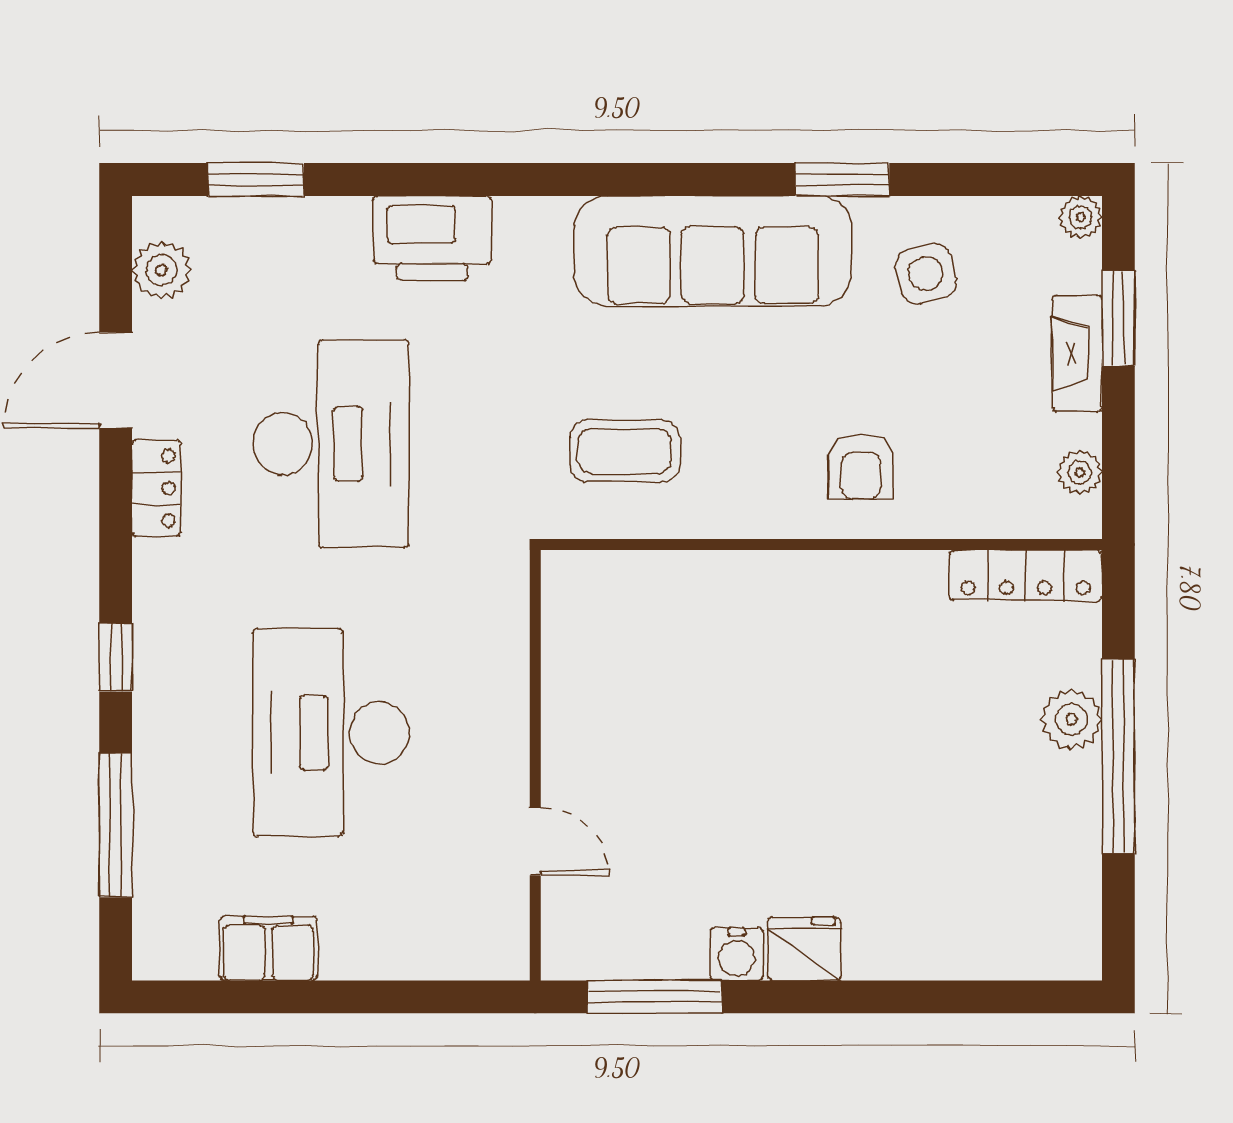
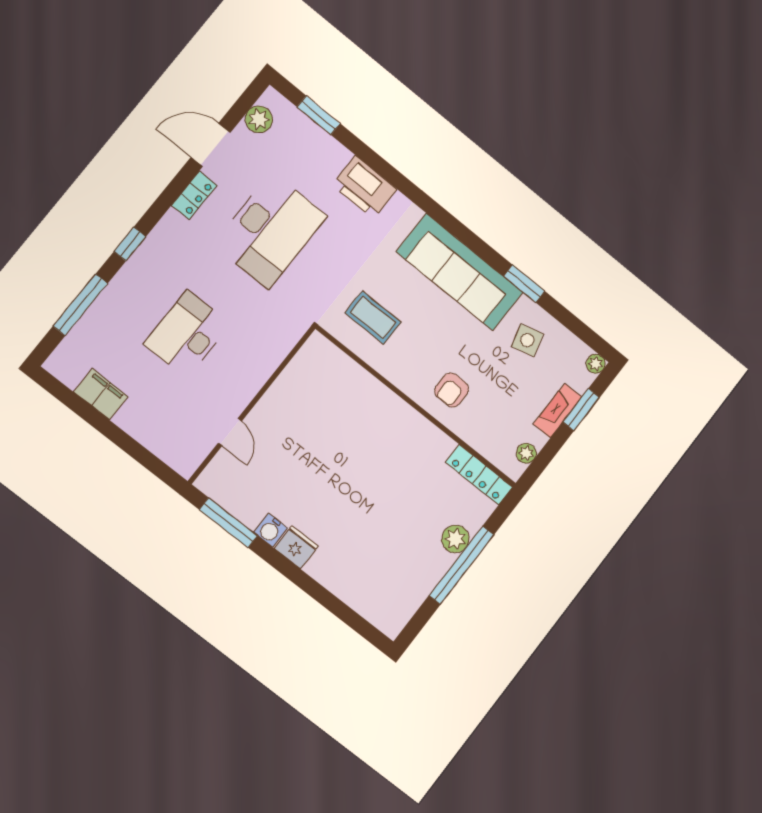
desk: (331, 733) -> (187, 334), width x0.73, depth x0.77

